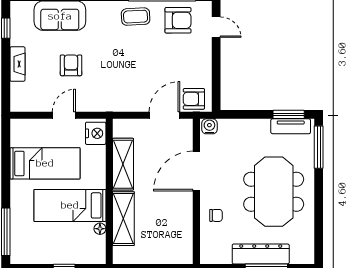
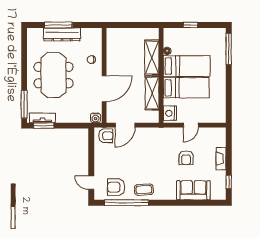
bed: (45, 163) -> (186, 88), moved, turned 180

